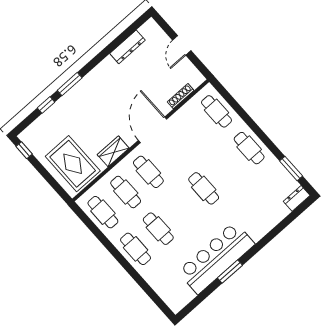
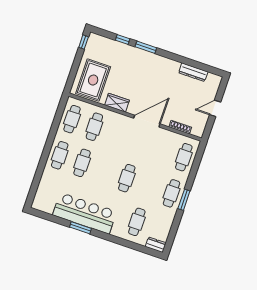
window: (291, 168) -> (184, 200), moved
cafe table: (148, 172) -> (137, 222), moved

